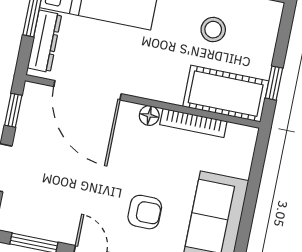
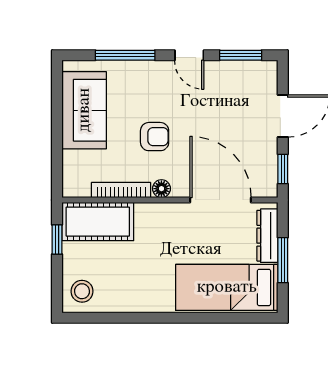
stool: (213, 30) -> (82, 291), moved
armchair: (145, 212) -> (155, 137), moved, turned 180

